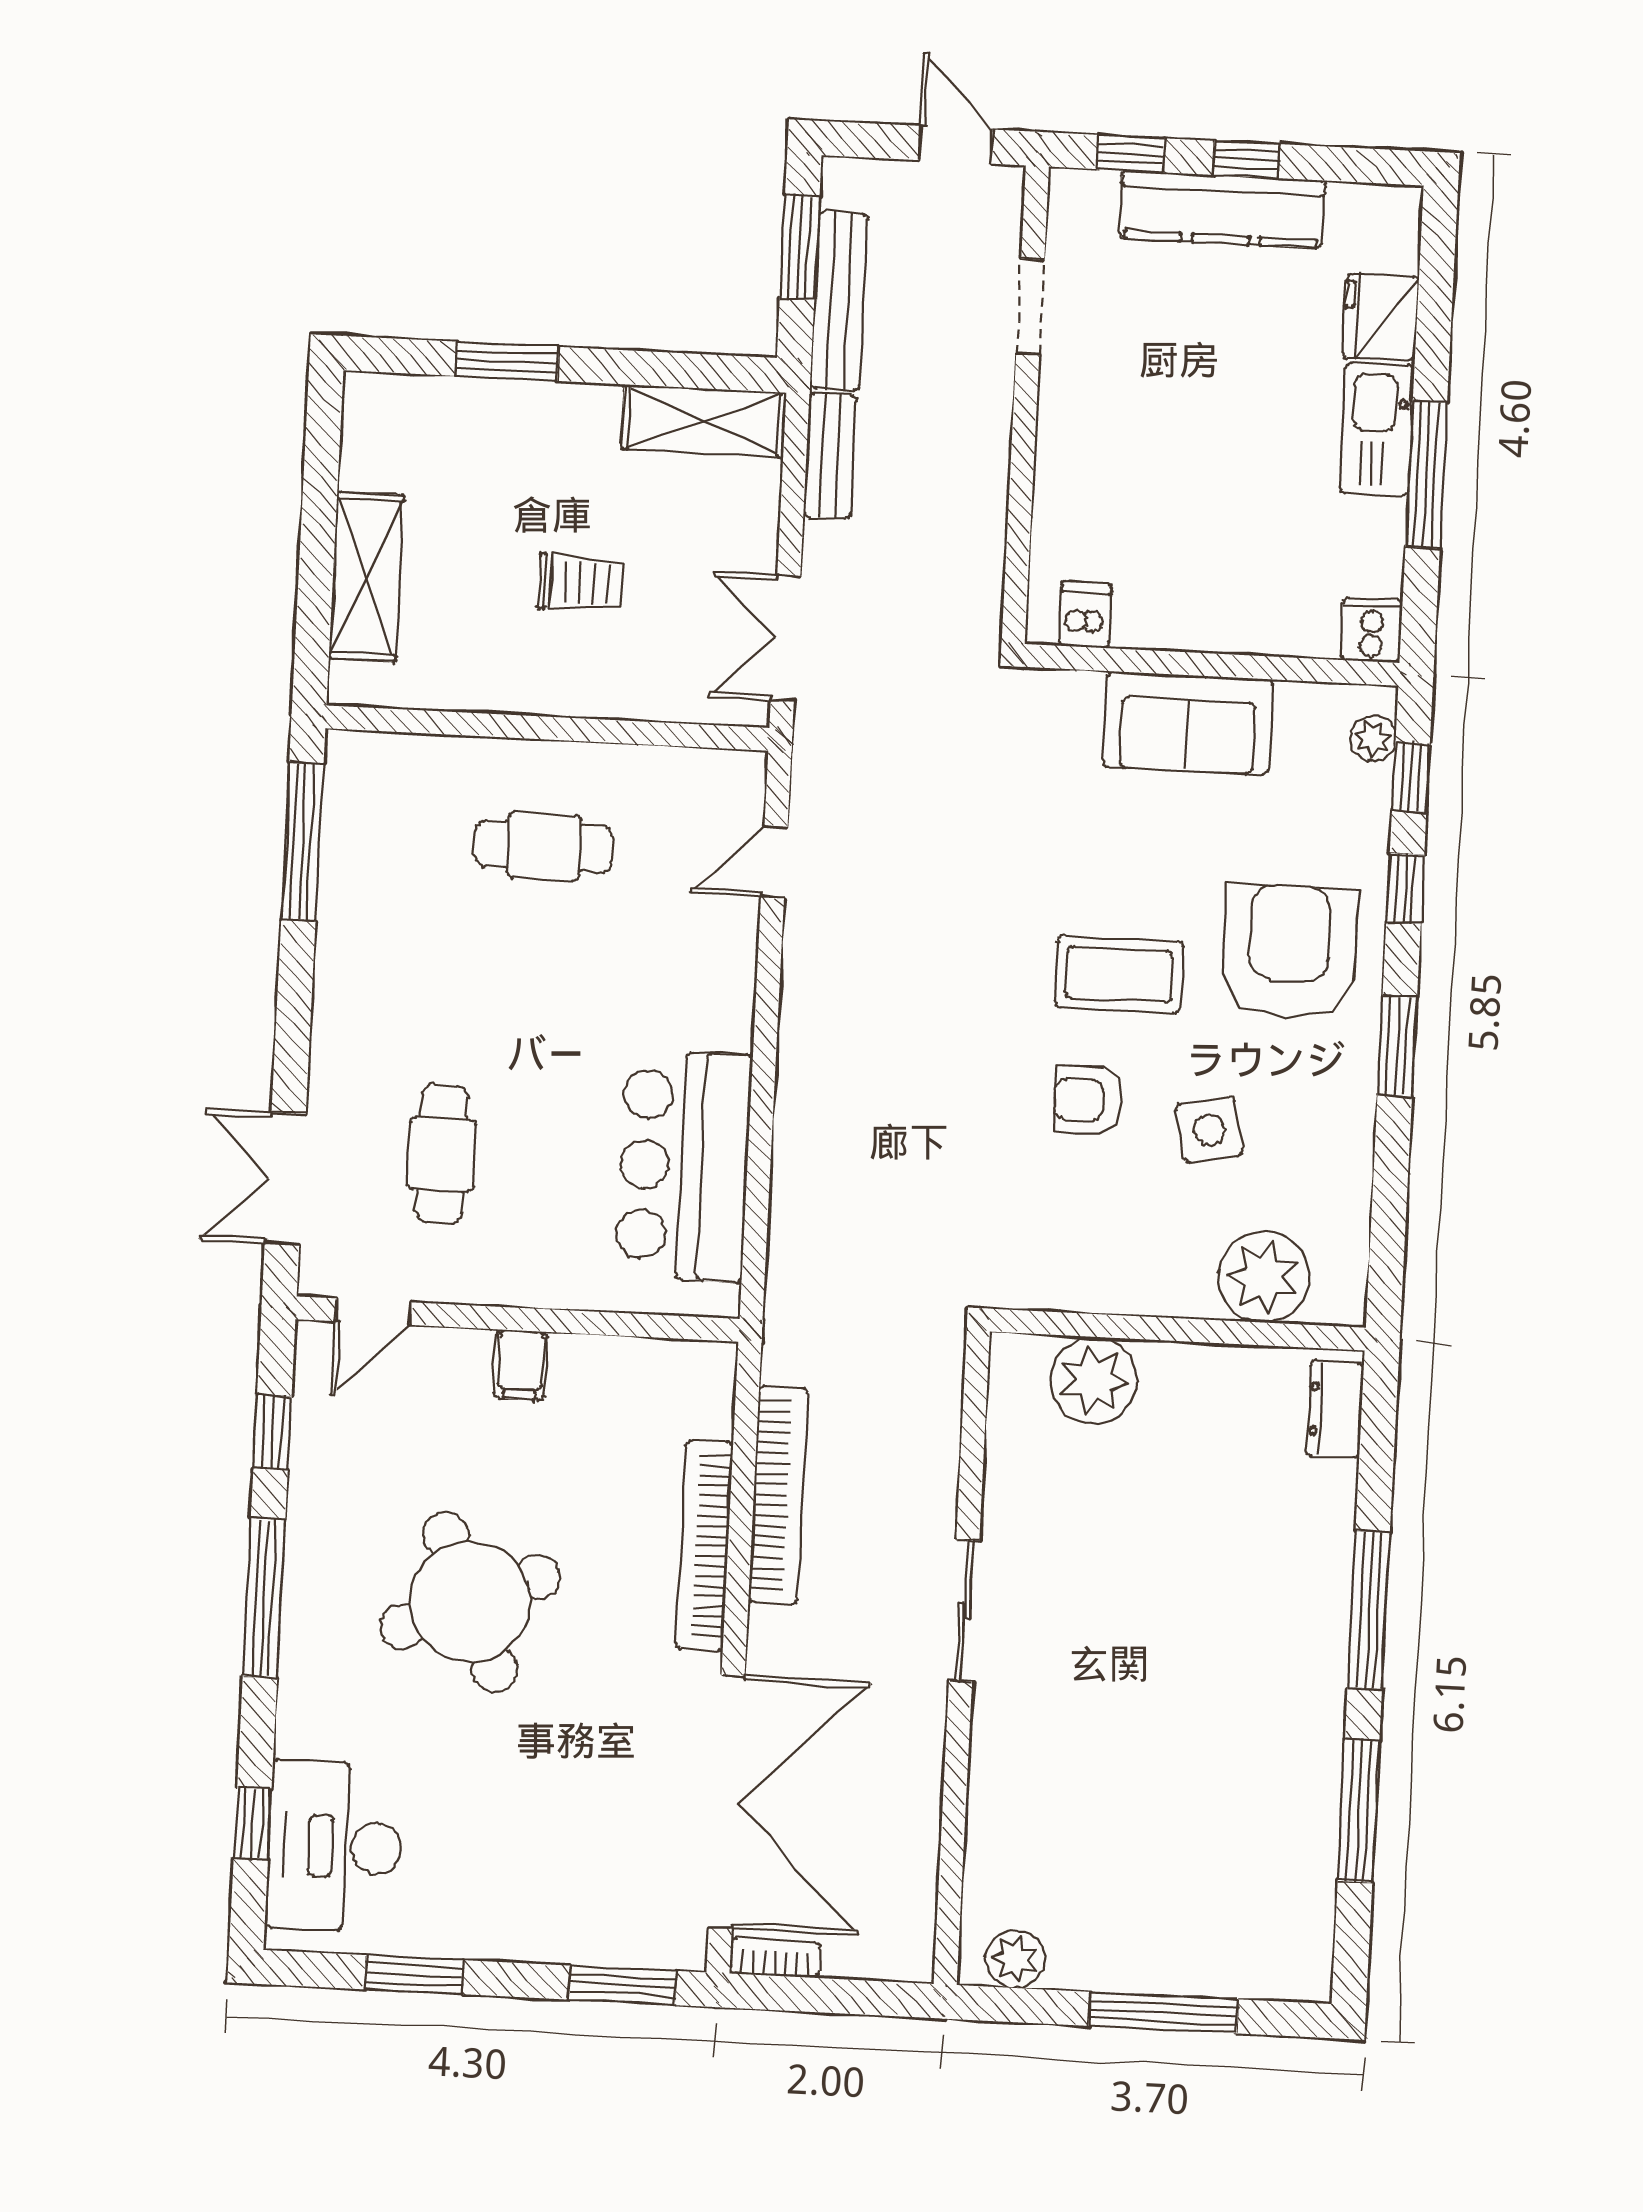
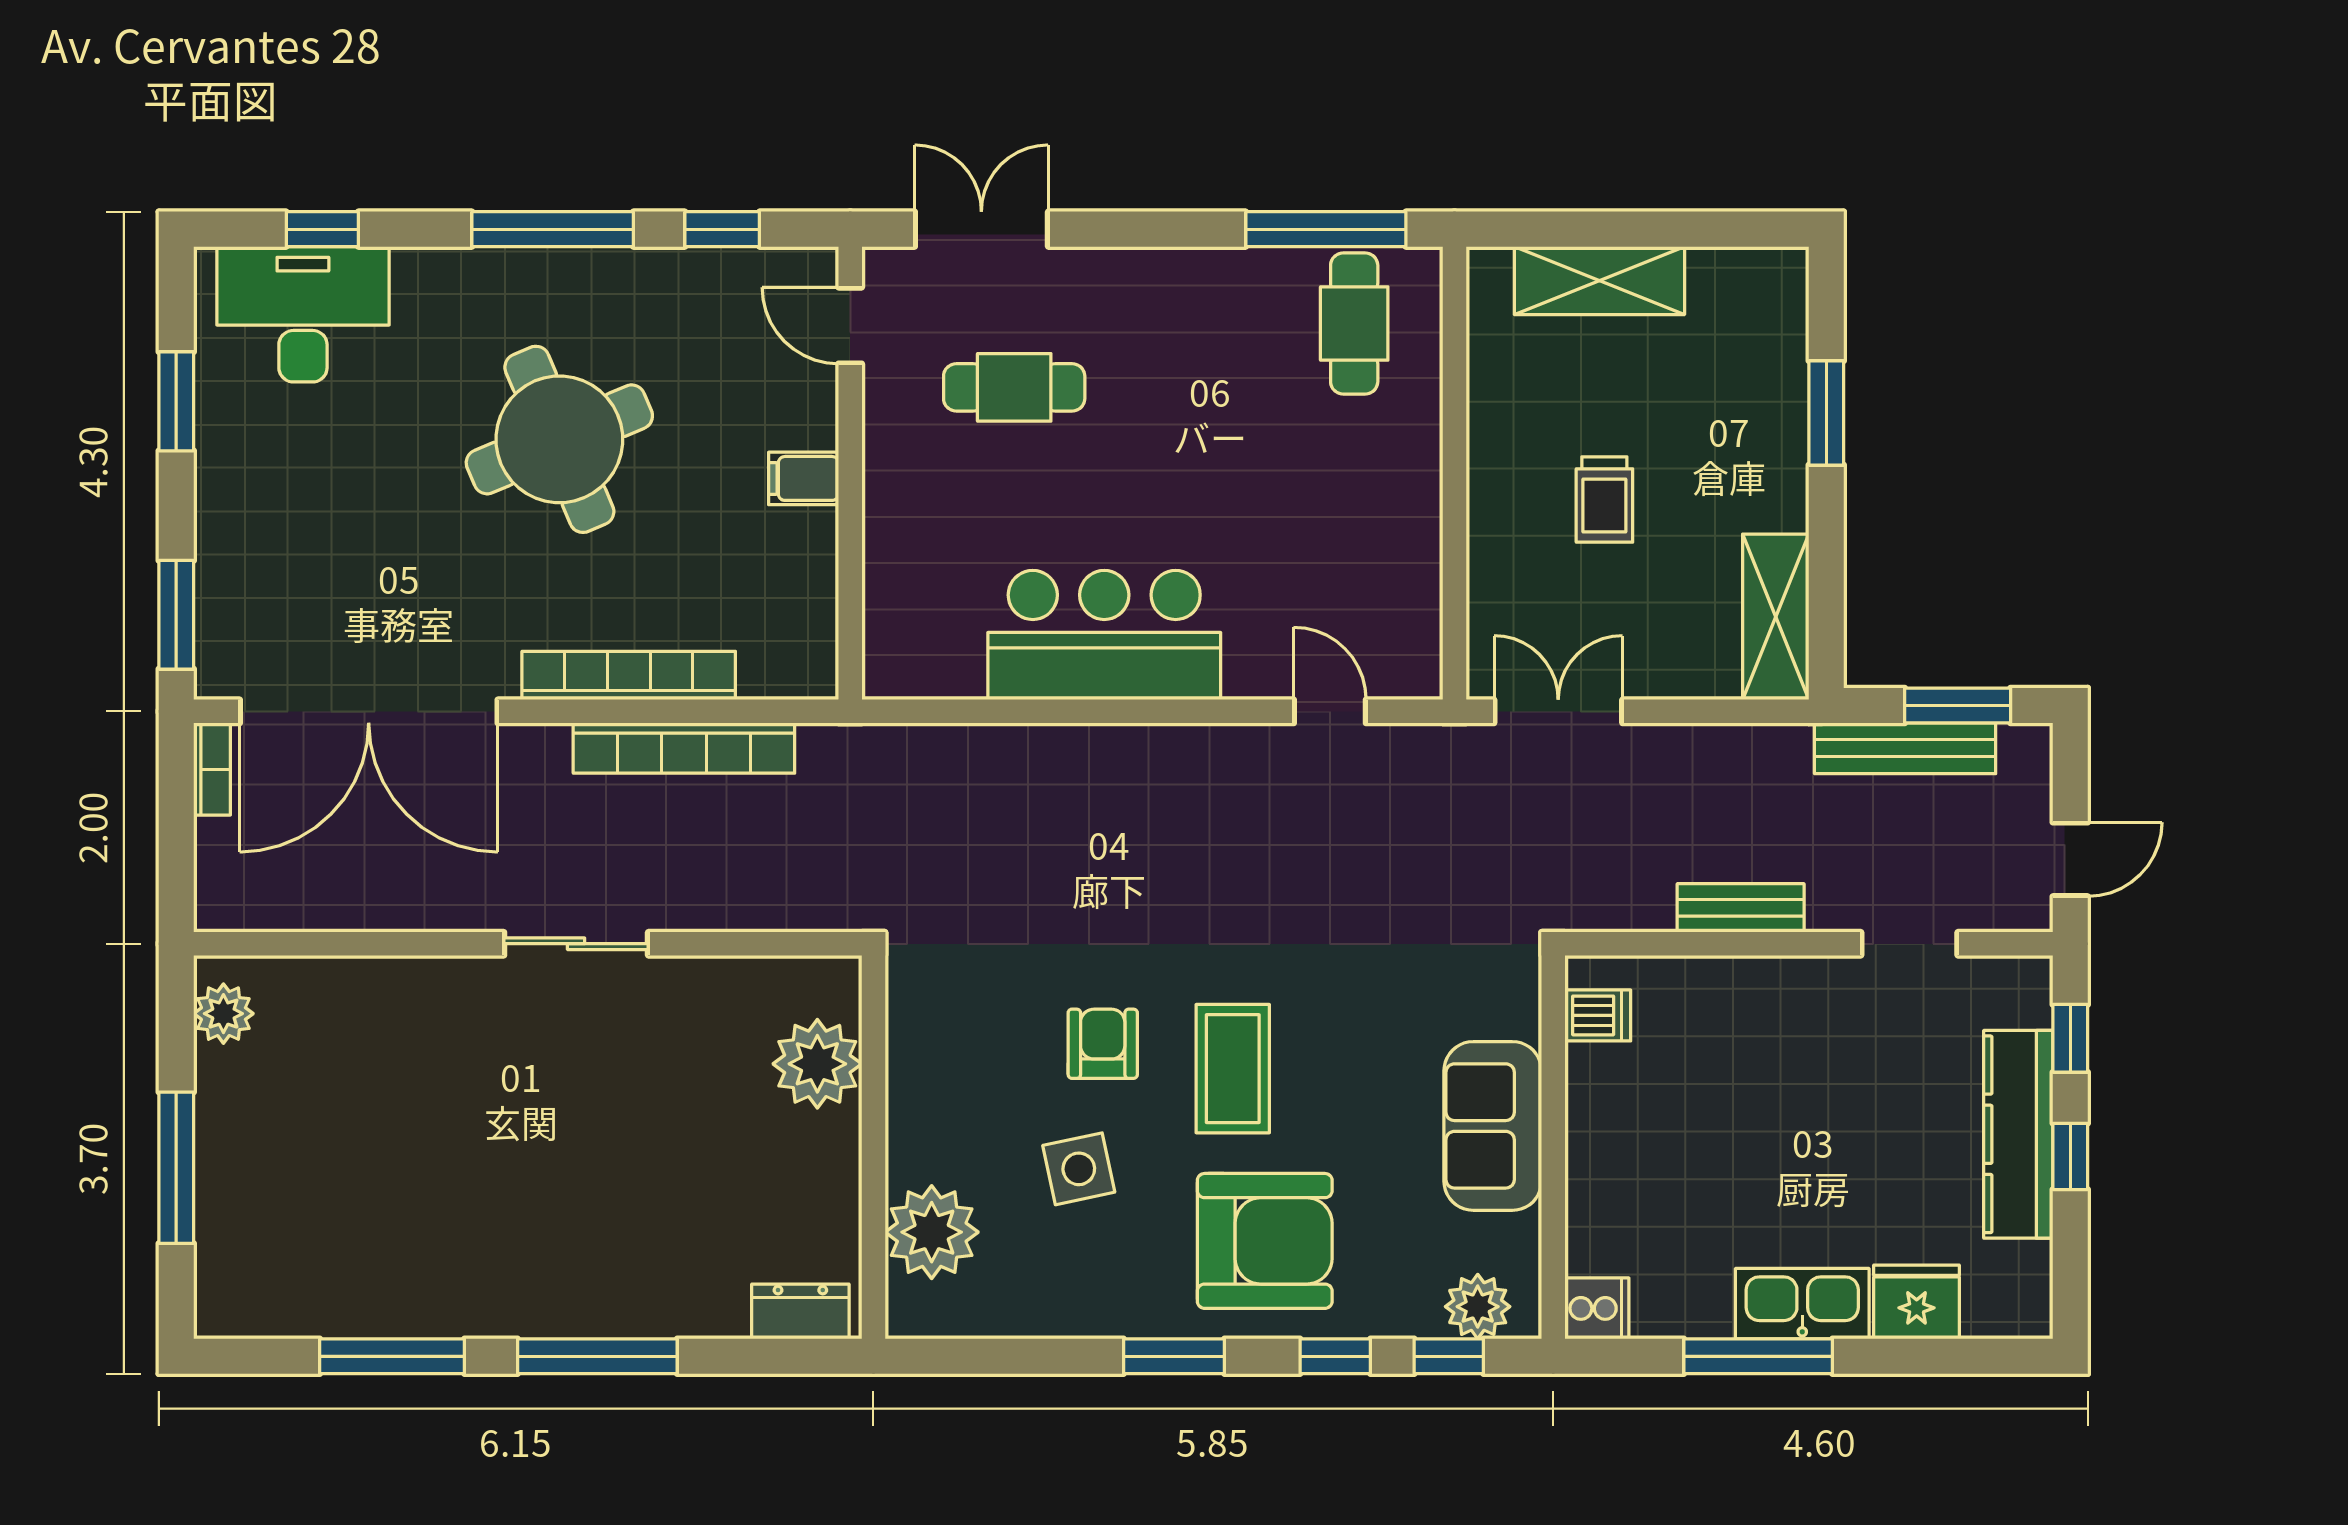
bench: (830, 456) -> (1741, 908), moved
plant: (1373, 738) -> (1478, 1307), width x1.38, depth x1.38
cafe table: (544, 846) -> (1354, 323), moved
bar counter: (684, 1166) -> (1104, 635), moved

